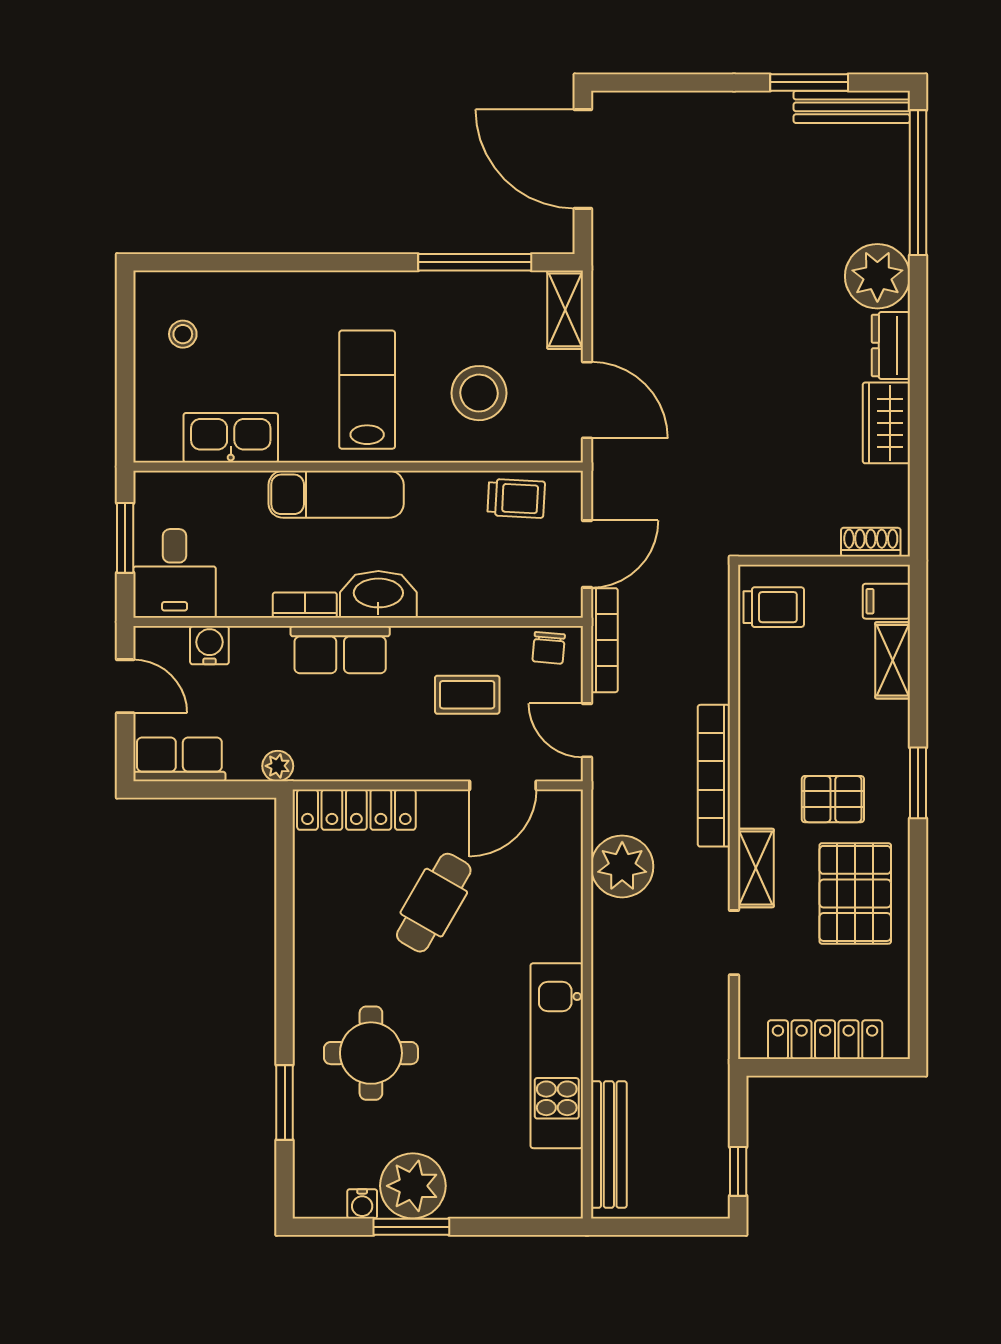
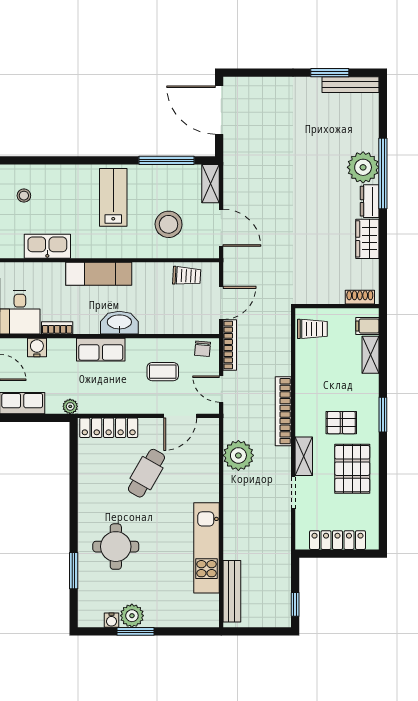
window: (918, 183) -> (383, 173), moved
lab bench: (367, 390) -> (113, 197), moved
bookcase: (305, 605) -> (57, 328), moved
plant: (413, 1186) -> (132, 616), width x0.73, depth x0.73

